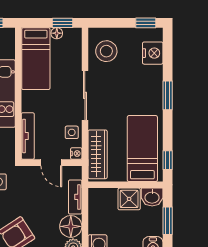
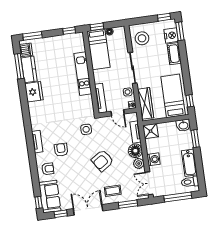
window: (62, 23) -> (97, 27), moved
cot: (154, 82) -> (174, 54), added
window: (168, 95) -> (180, 31), moved
shower: (129, 199) -> (151, 131), moved

